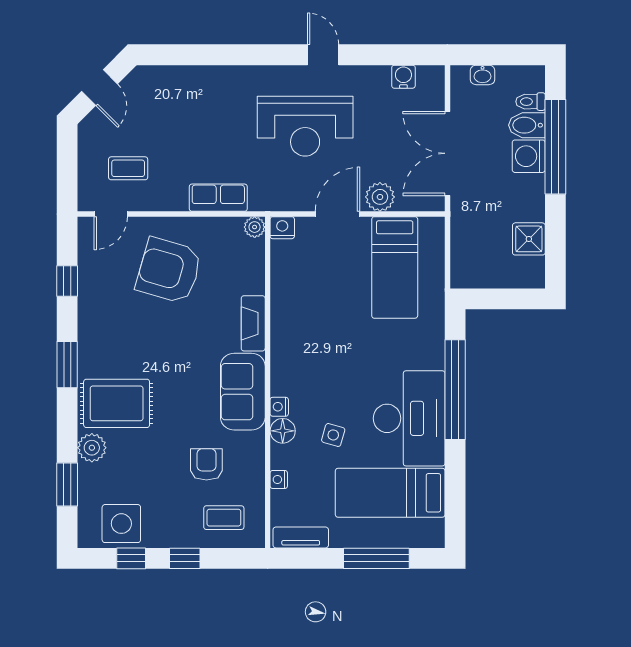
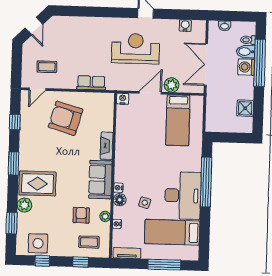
reception desk: (305, 126) -> (136, 49), turned 180
plant: (255, 227) -> (105, 216), moved
window: (185, 558) -> (81, 262), moved

